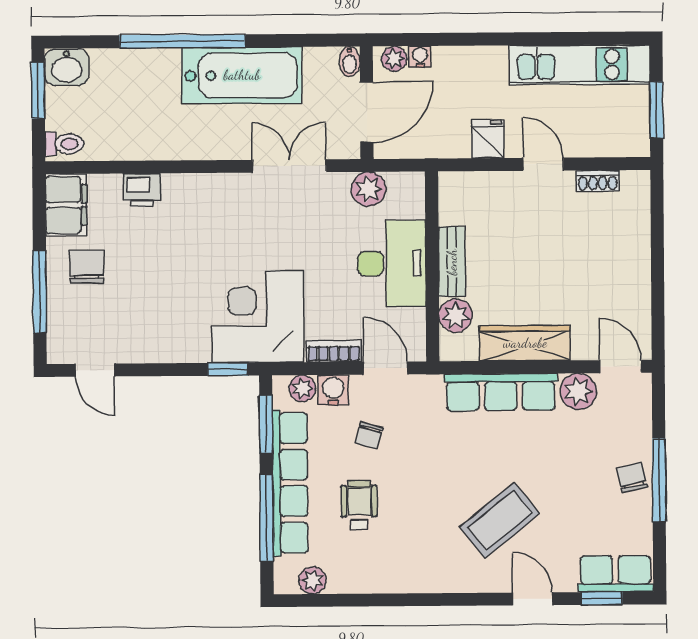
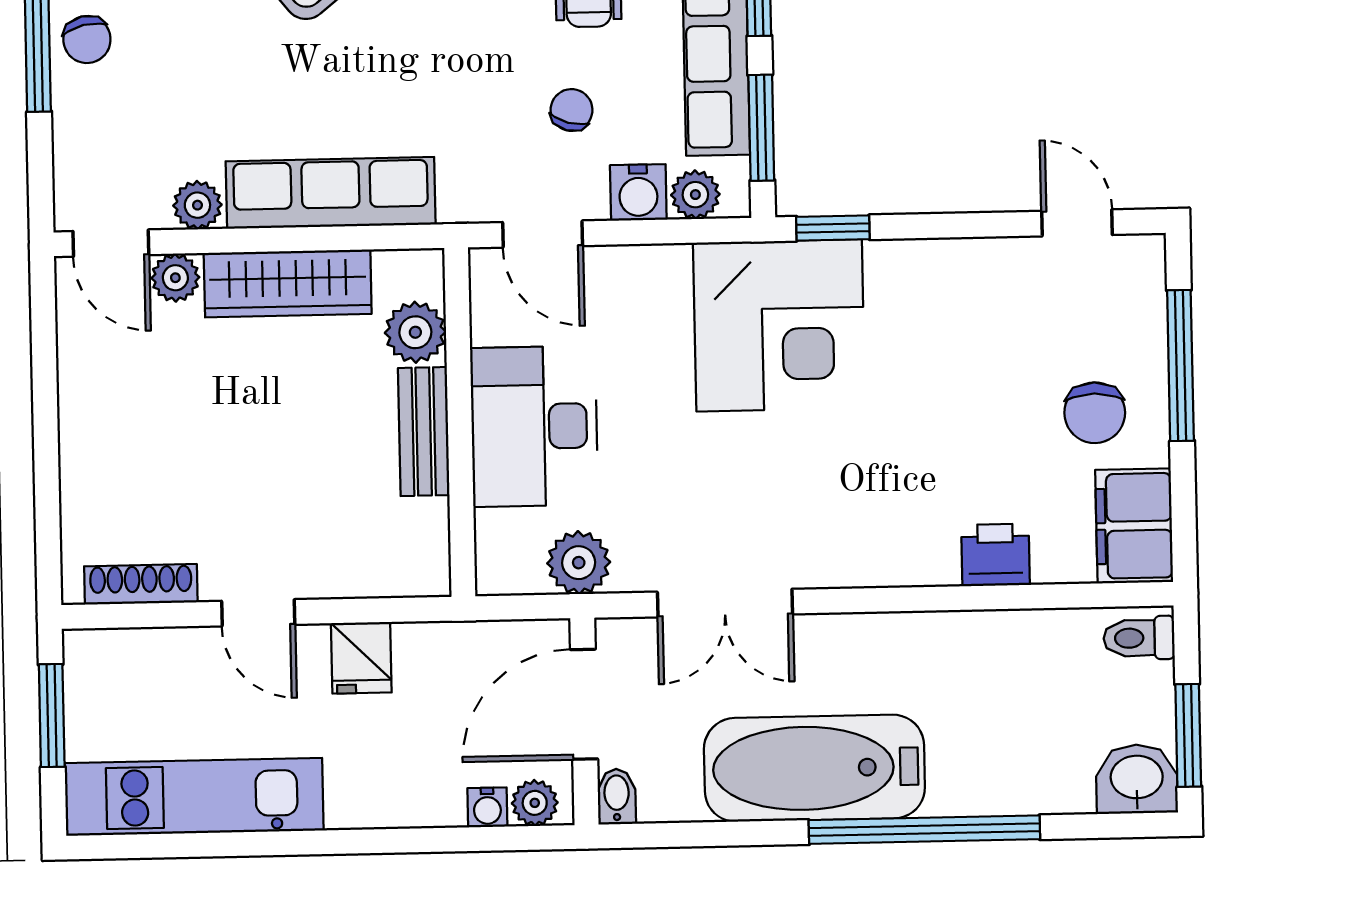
shoe rack: (598, 181) -> (141, 584), width x1.43
plant: (586, 347) -> (175, 278), added
bookcase: (334, 351) -> (639, 264), removed
plant: (578, 391) -> (197, 205), width x0.73, depth x0.73

